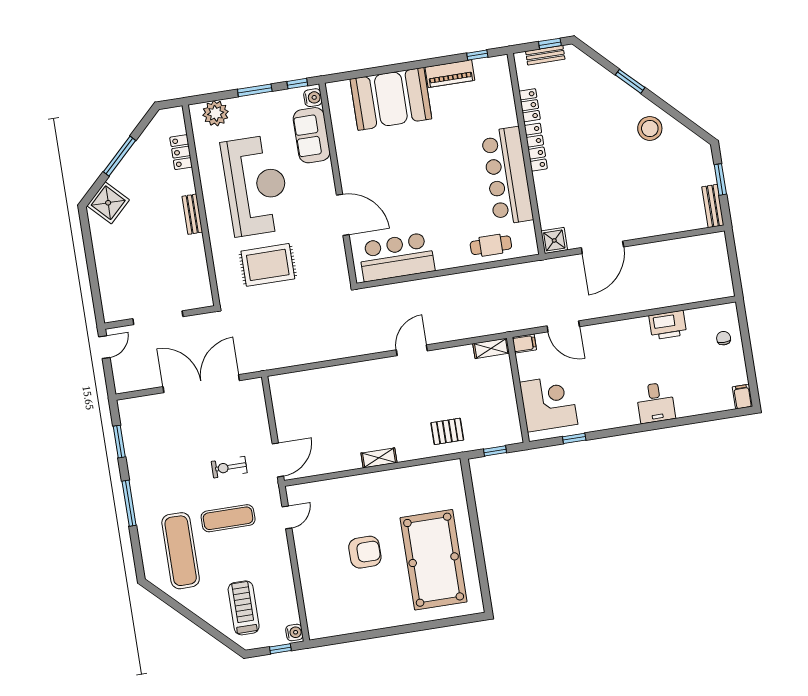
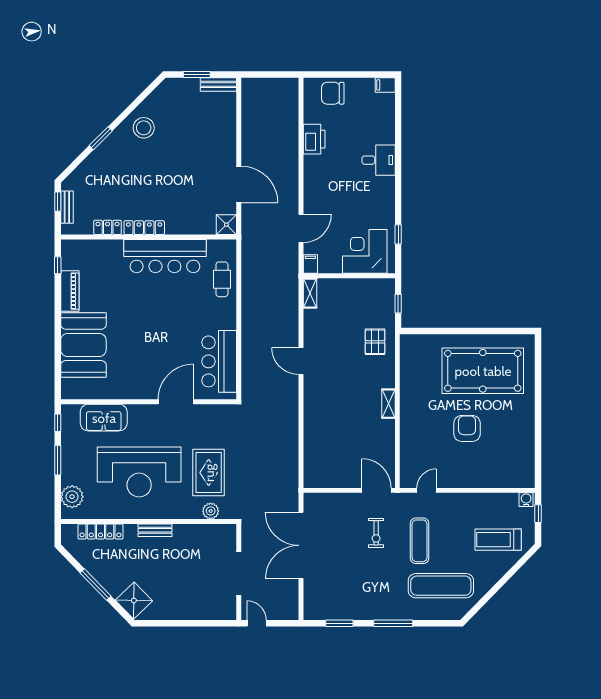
water cooler: (313, 98) -> (72, 411), removed
locker: (181, 152) -> (100, 531), width x1.53
reception desk: (256, 185) -> (139, 472), turned 180
plant: (224, 274) -> (211, 511), added
chair: (724, 338) -> (333, 93), width x1.87, depth x1.87
door: (287, 517) -> (427, 490), hinge flipped

